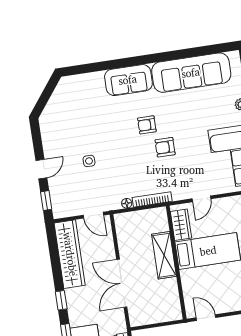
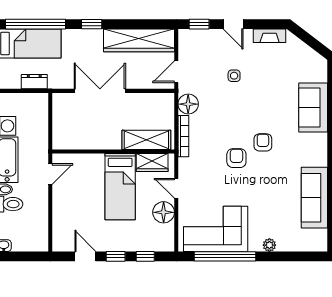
sofa: (191, 73) -> (314, 198), width x0.74, depth x0.79
sofa: (128, 80) -> (313, 108), moved
fireplace: (47, 134) -> (270, 36), added
floor lamp: (127, 203) -> (188, 104), width x1.89, depth x1.89
floor lamp: (226, 207) -> (164, 212), added
shelving: (164, 255) -> (146, 140), moved

